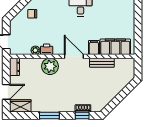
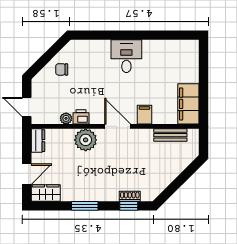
filing cabinet: (115, 47) -> (188, 104), moved, turned -90
bench: (102, 63) -> (170, 135), moved

